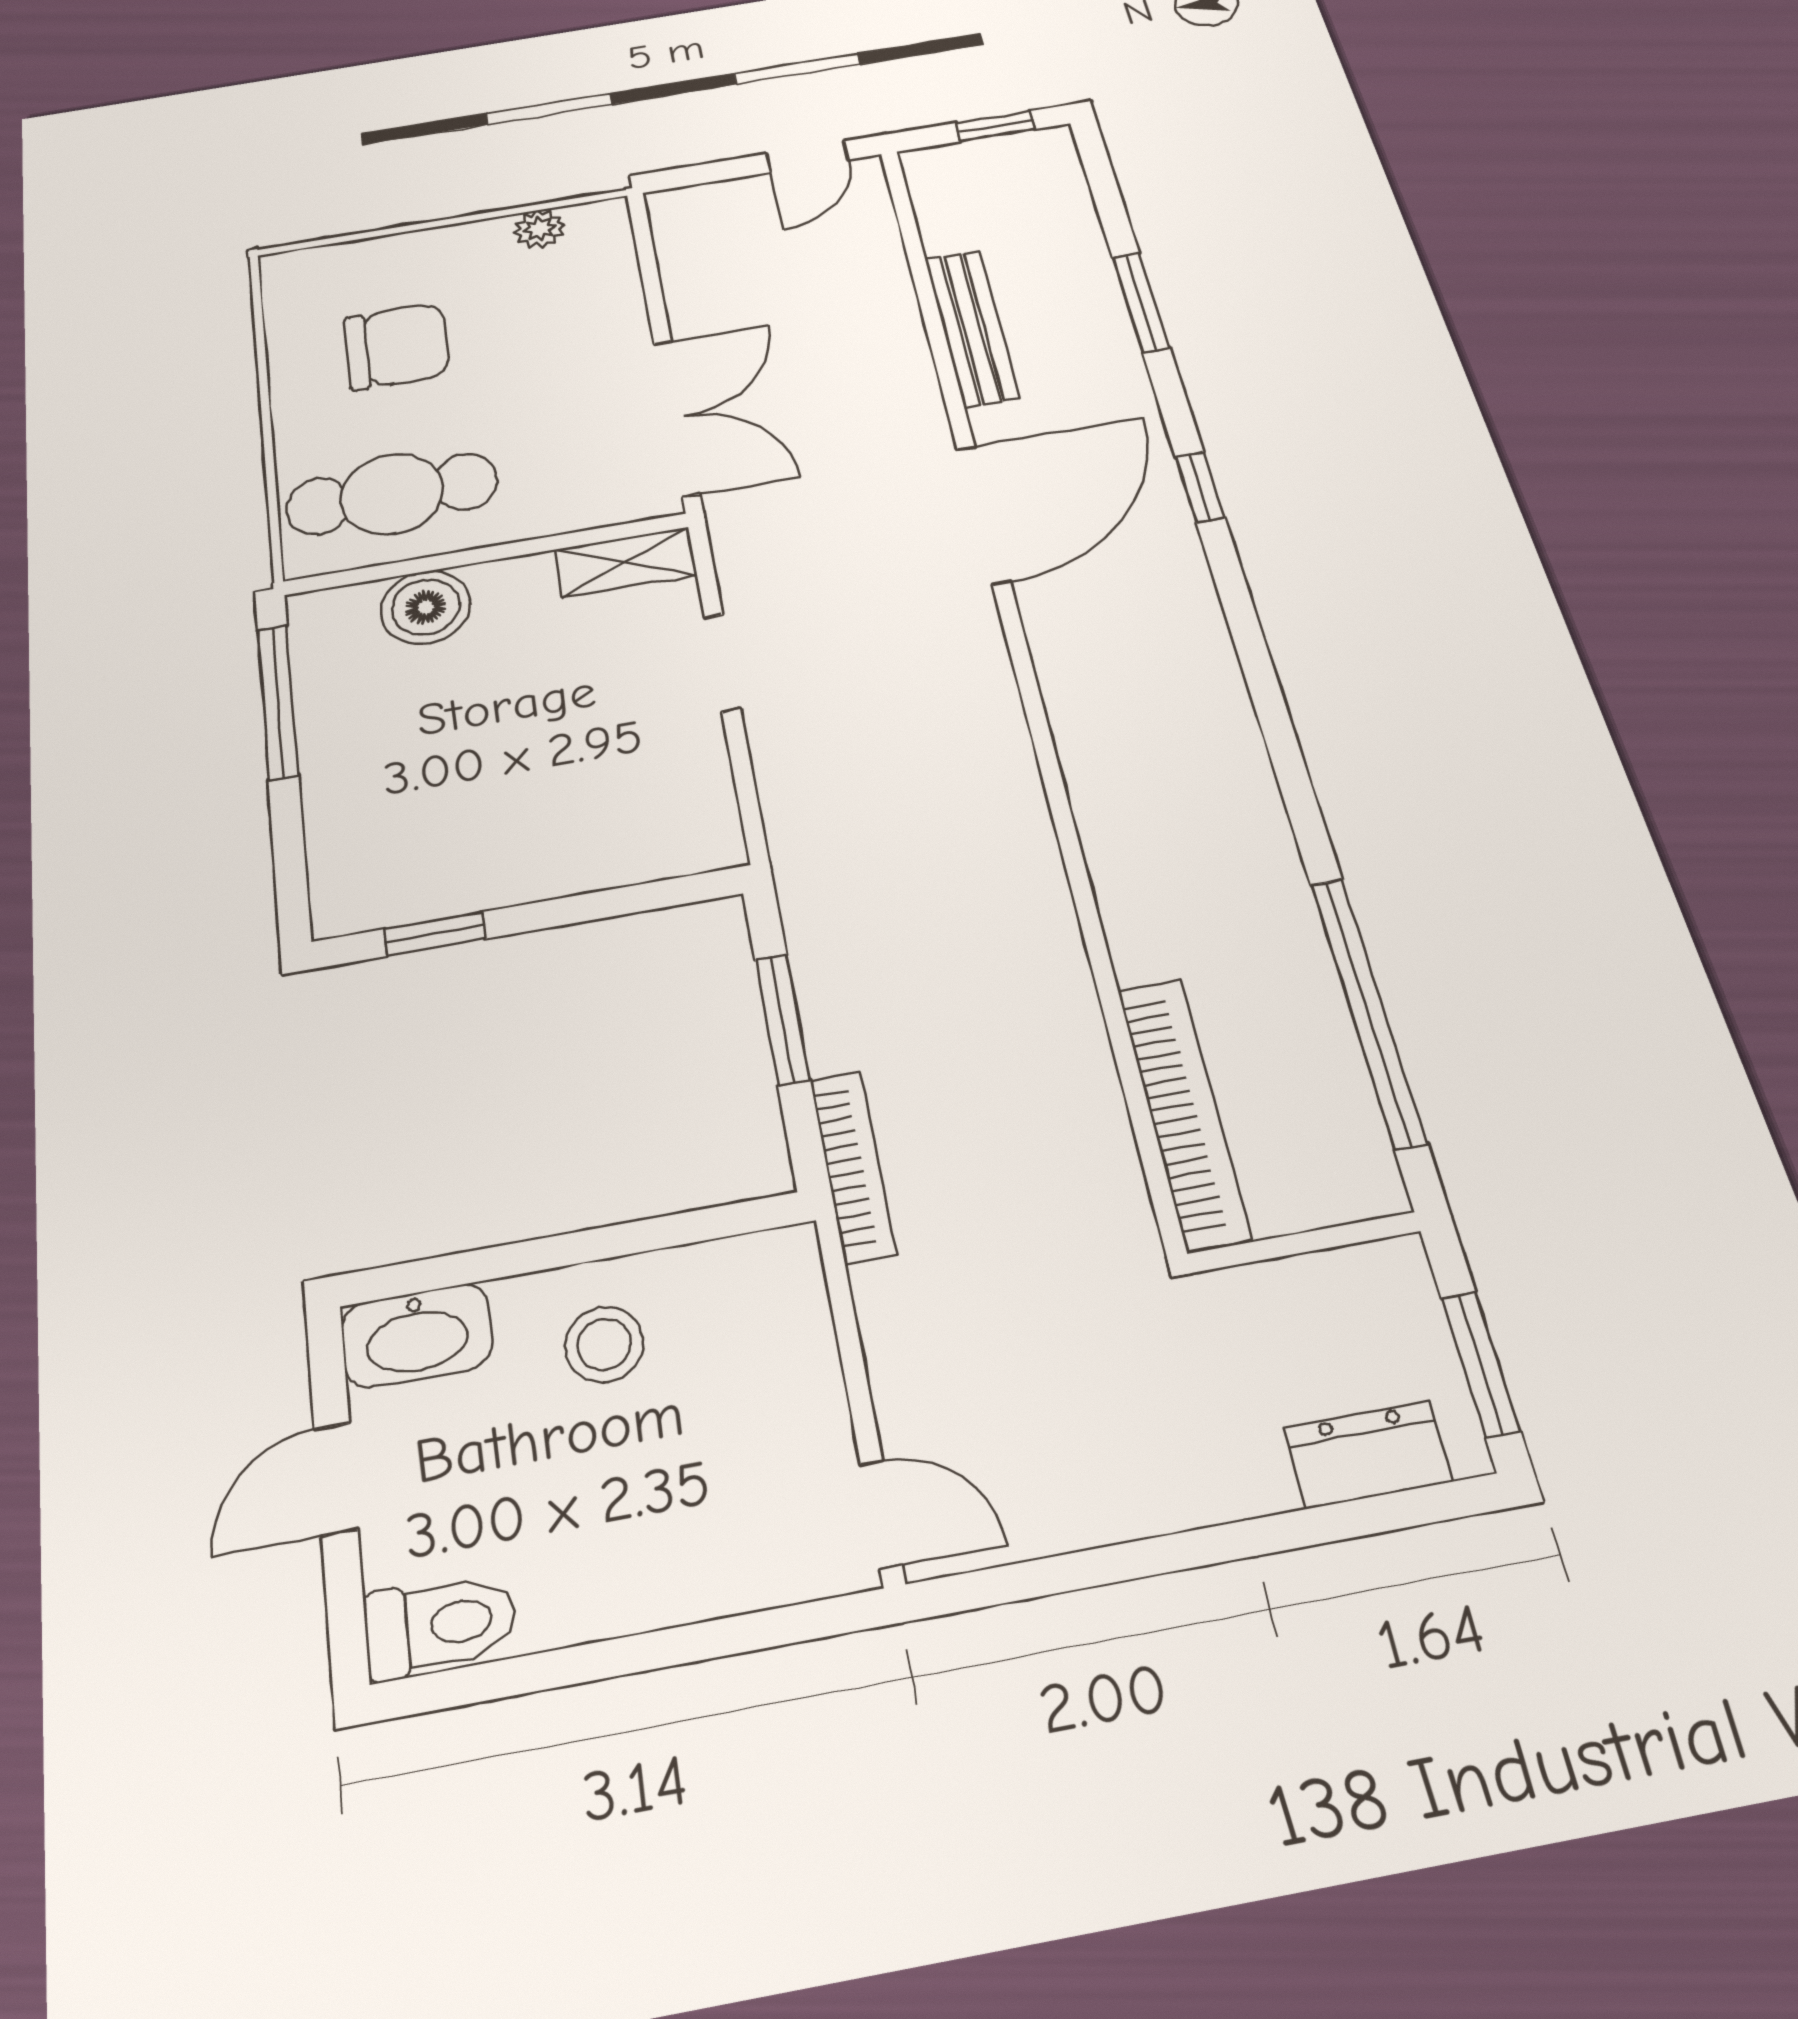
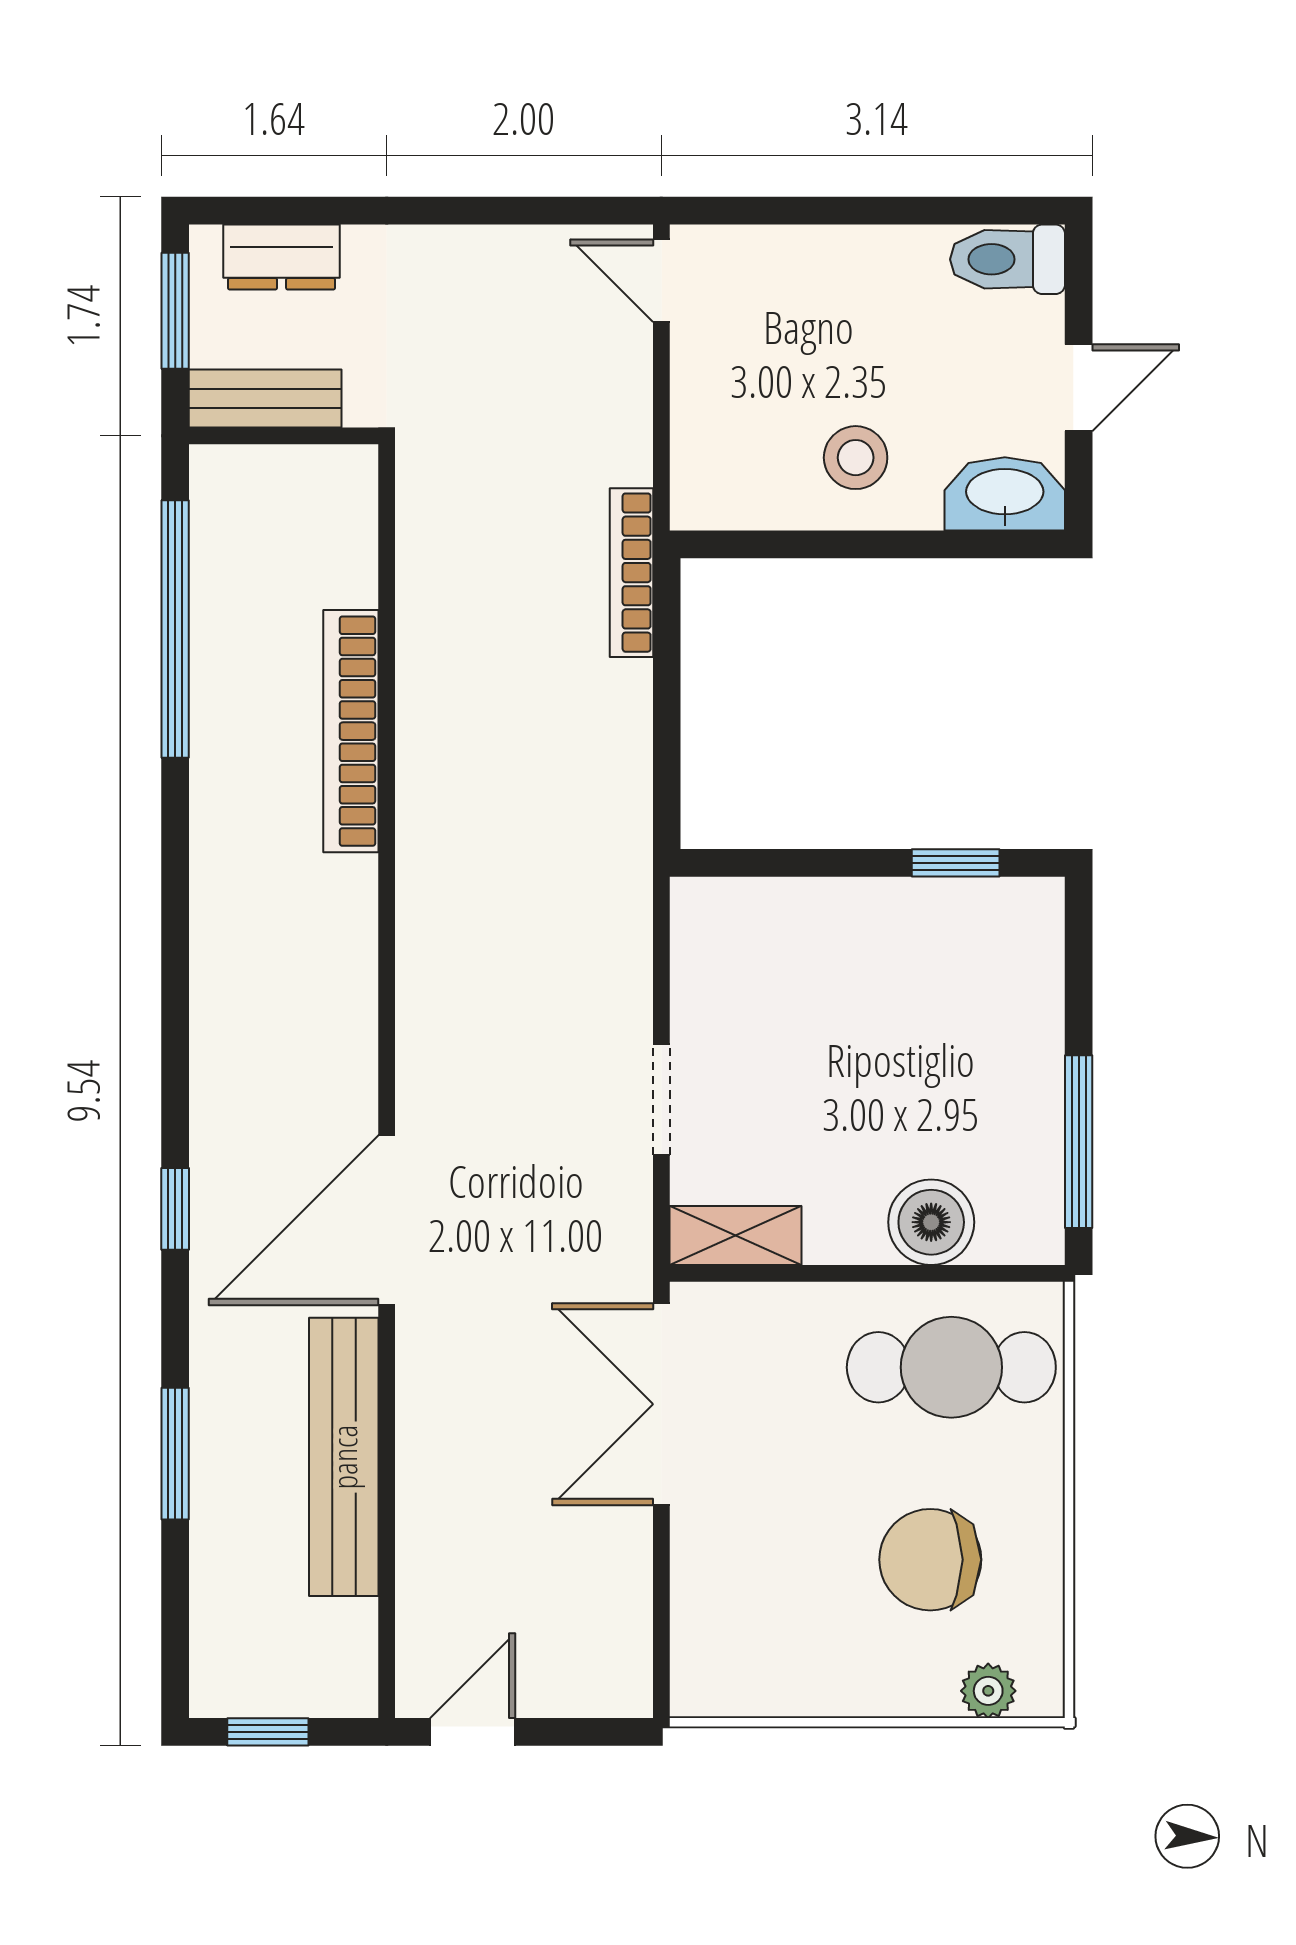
plant: (540, 229) -> (988, 1691), moved
bench: (972, 328) -> (344, 1457), width x1.37, depth x1.21
window: (782, 1019) -> (667, 719), removed
bookcase: (1184, 1112) -> (351, 731), moved
bench: (1339, 1281) -> (265, 398), added

